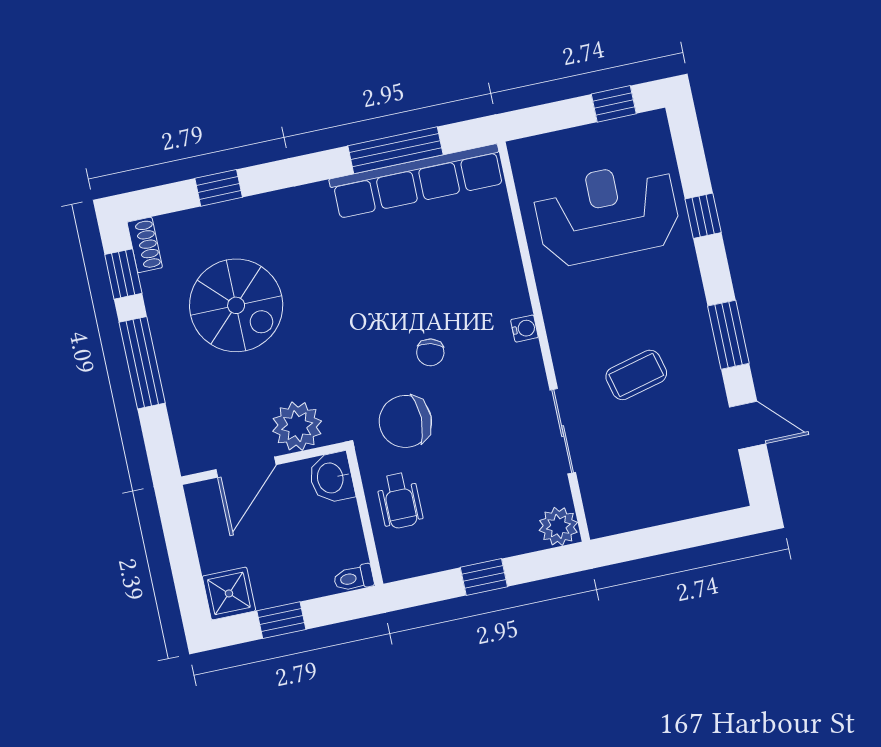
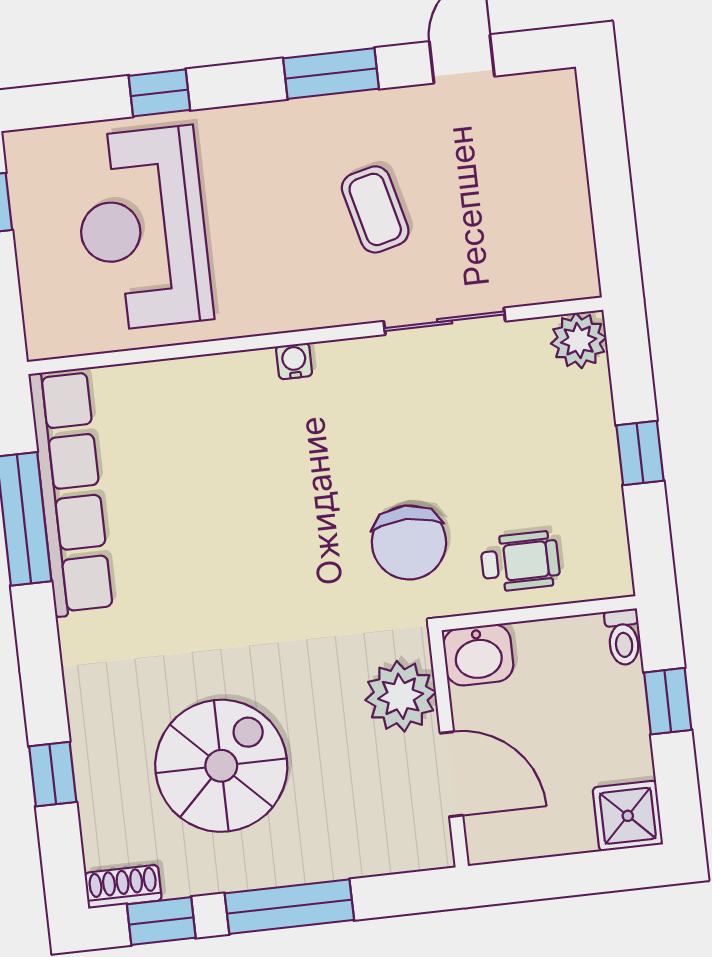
chair: (430, 352) -> (315, 498), removed
window: (281, 620) -> (668, 701), moved

